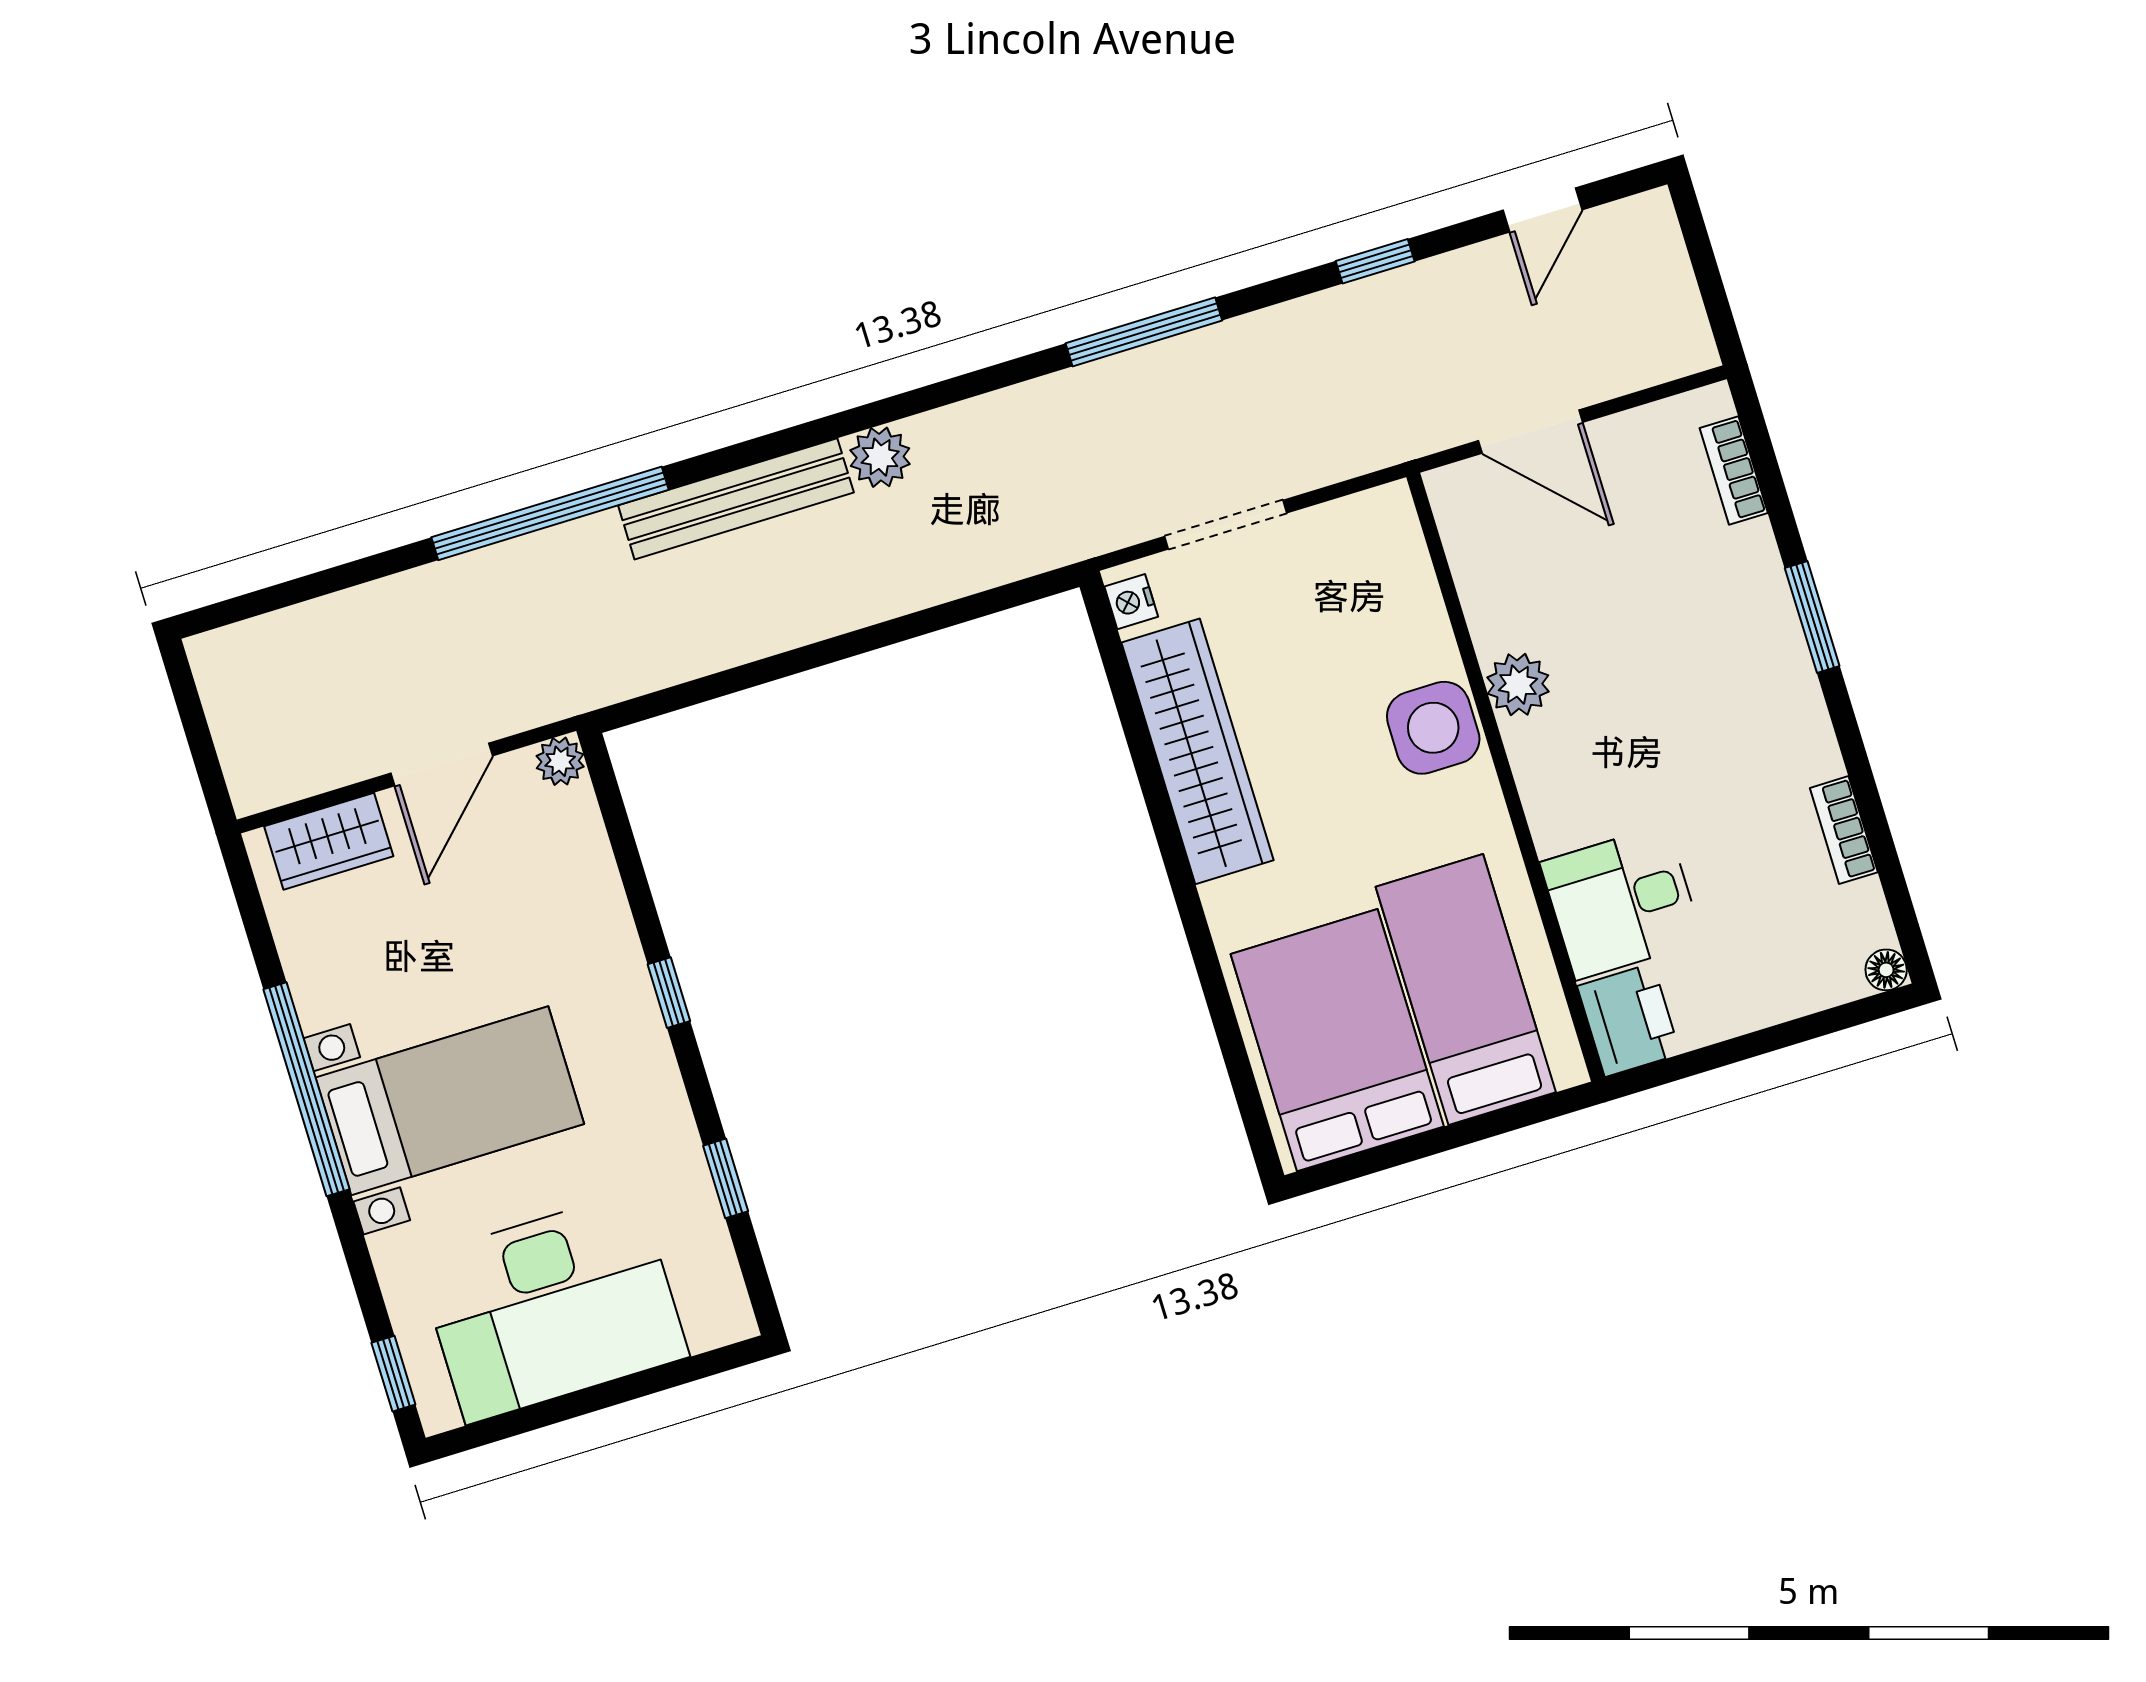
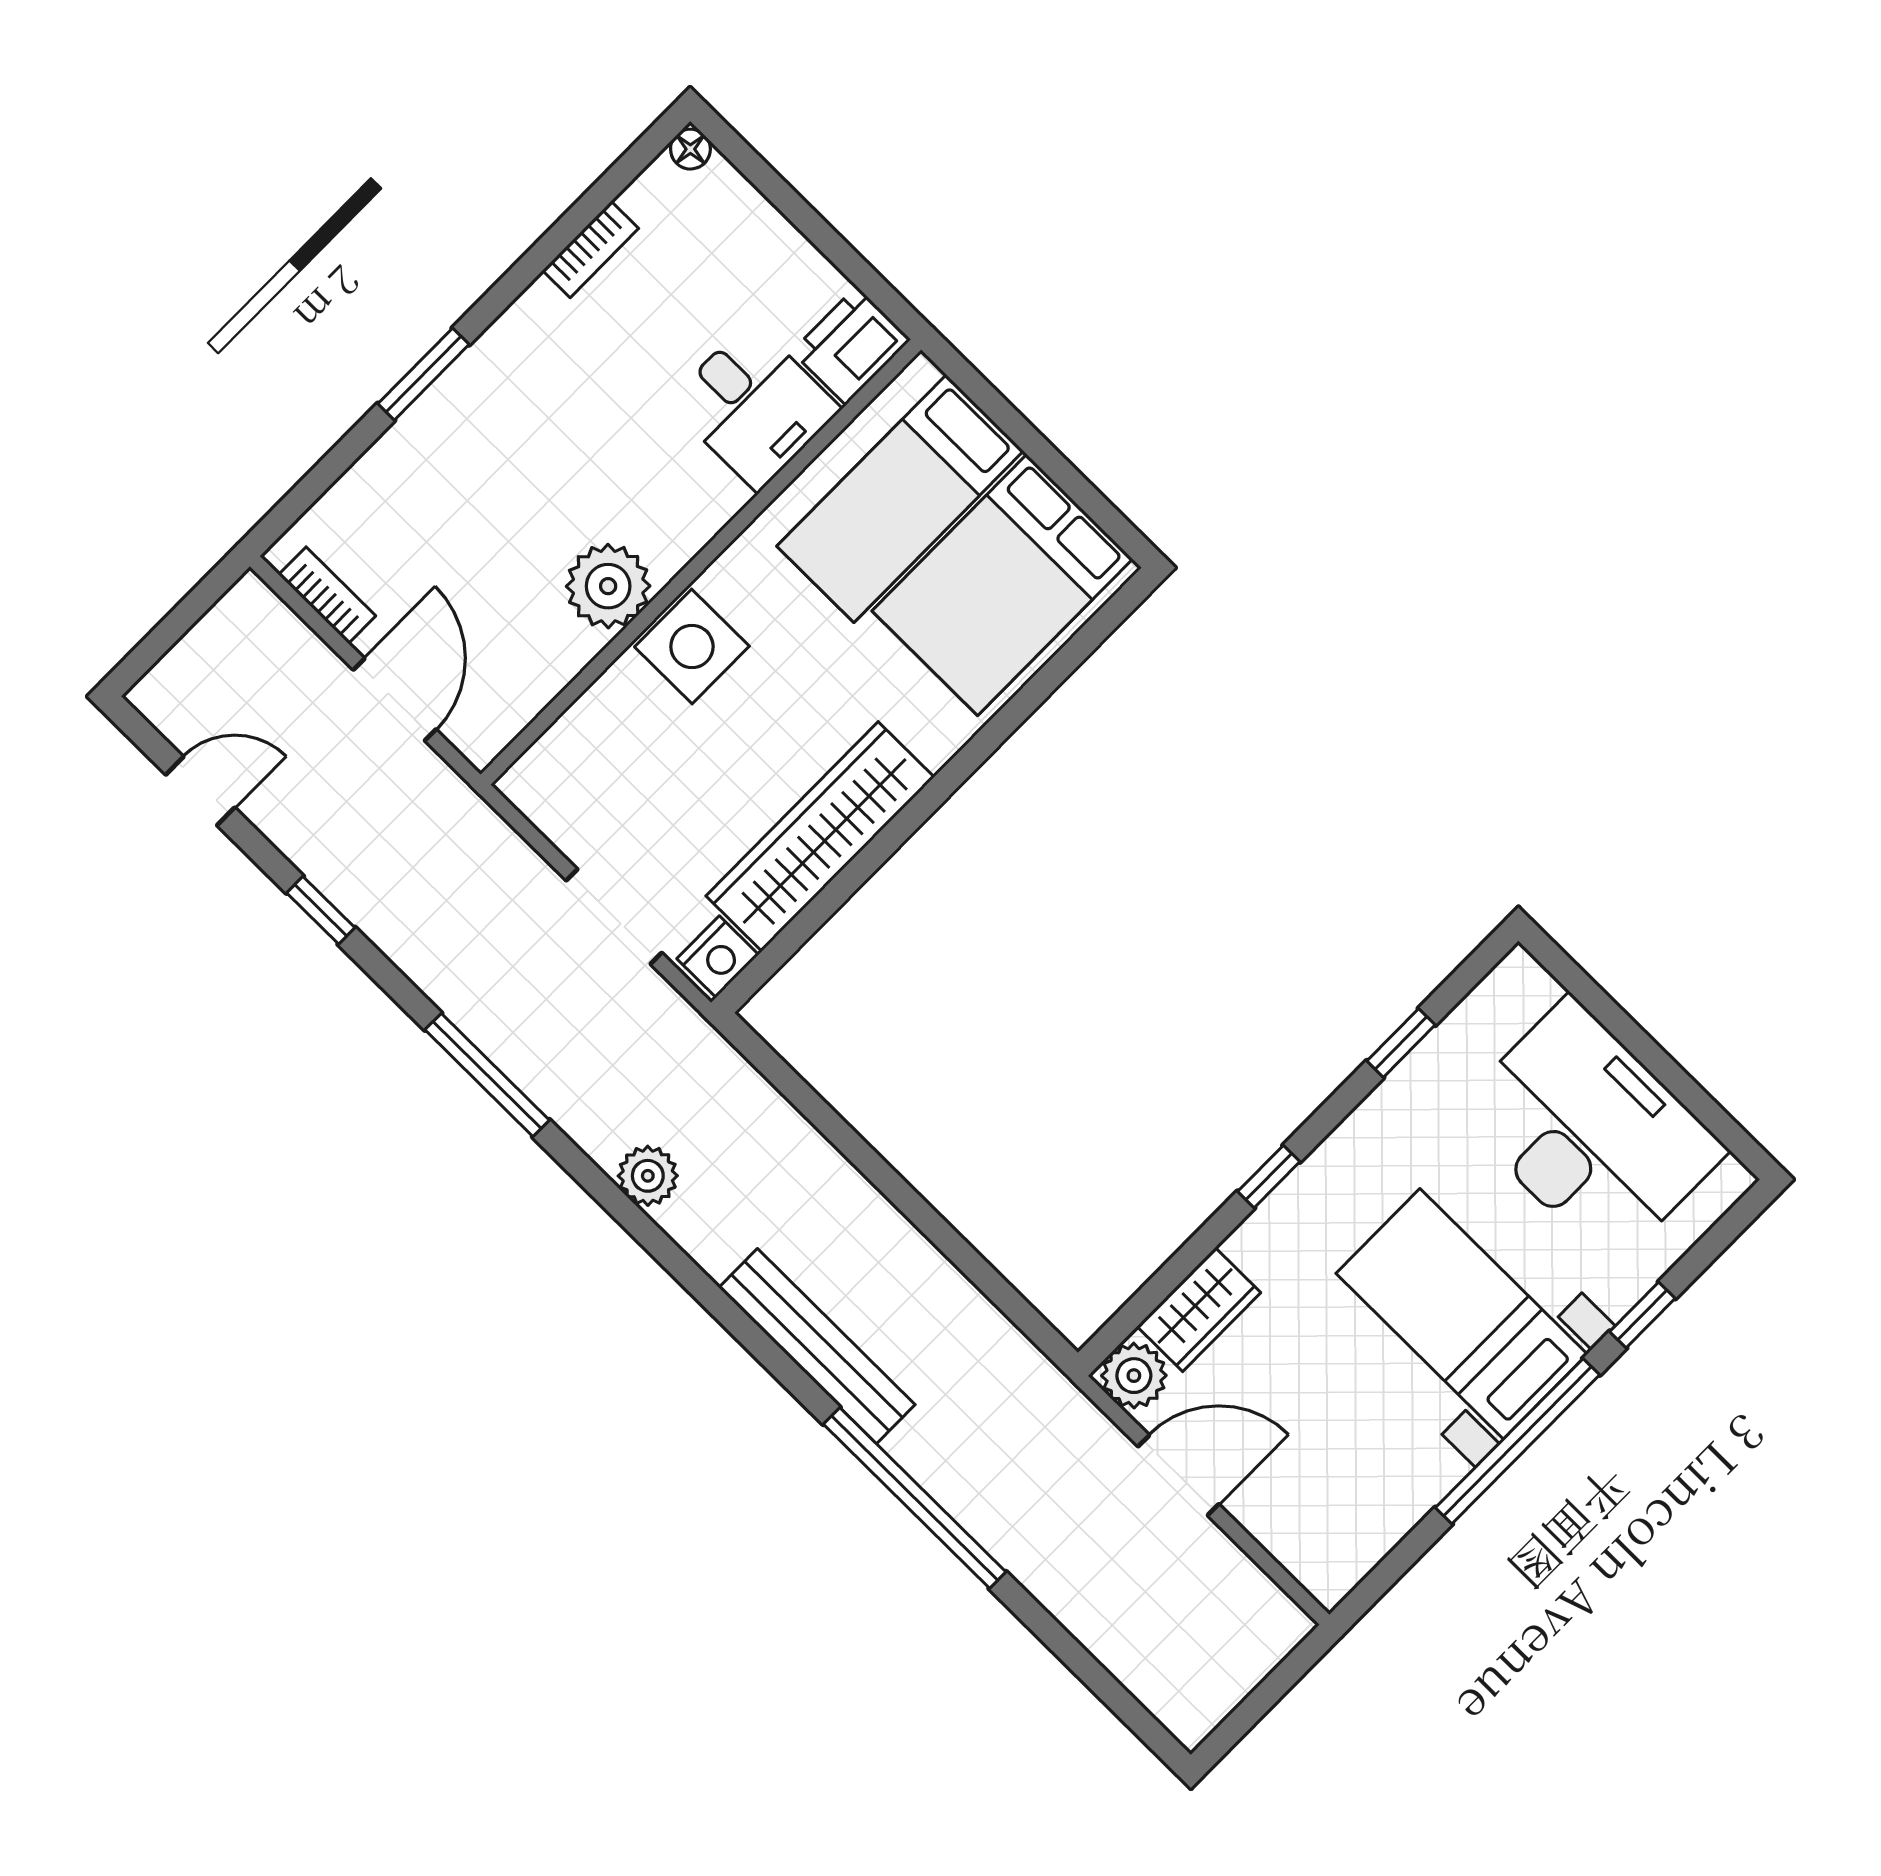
plant: (880, 457) -> (648, 1176), moved
bookcase: (1734, 471) -> (327, 595), moved, turned -90
nightstand: (1131, 602) -> (718, 957), width x1.39, depth x1.35
plant: (1518, 685) -> (608, 586), width x1.36, depth x1.36
plant: (560, 761) -> (1134, 1376), width x1.38, depth x1.38
wardrobe: (329, 841) -> (1199, 1310), moved, turned 90
window: (393, 1374) -> (1642, 1315), moved

